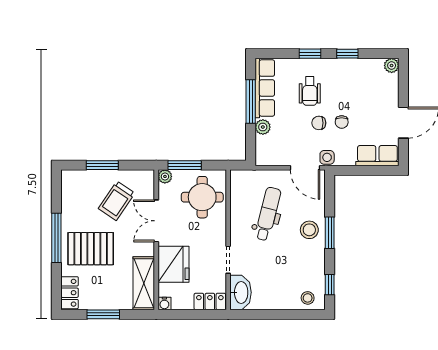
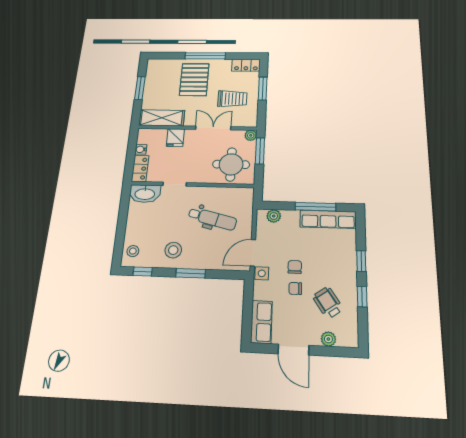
plant: (392, 65) -> (328, 339), moved
wheelchair: (310, 91) -> (328, 303), moved, turned 56
plant: (263, 127) -> (274, 216), moved
trolley: (117, 201) -> (232, 99), turned 146
stool: (309, 230) -> (173, 250), moved
fridge: (173, 264) -> (175, 138), width x0.53, depth x0.75
locker: (70, 293) -> (246, 65), moved
water cooler: (164, 303) -> (141, 149), moved

